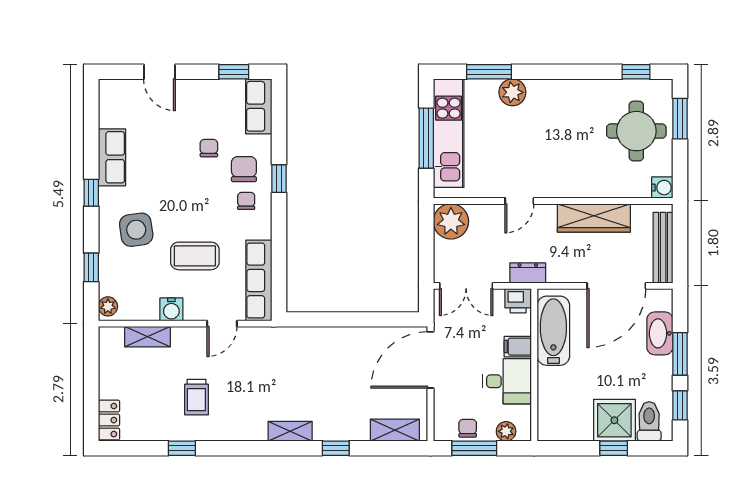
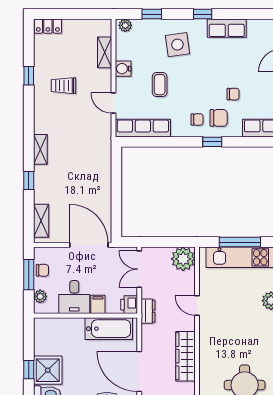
coffee table: (195, 256) -> (160, 85), width x0.73, depth x0.77

